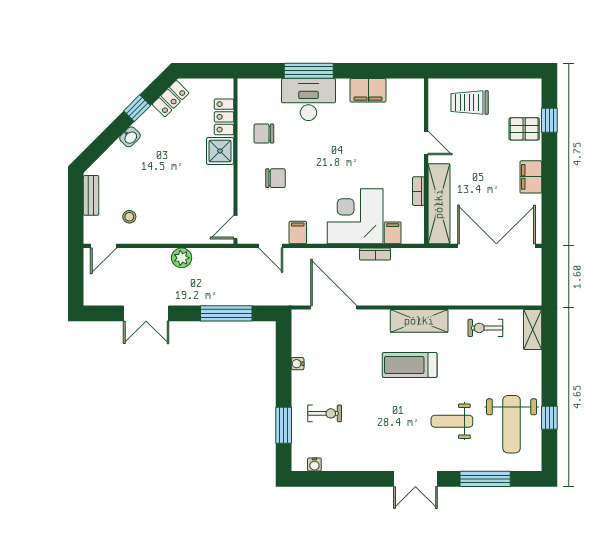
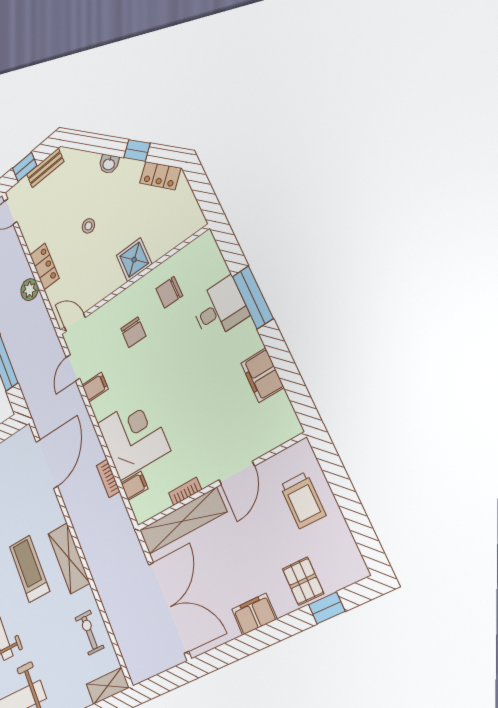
desk: (308, 100) -> (220, 309), width x0.73
trolley: (470, 103) -> (303, 500), turned 180
locker: (224, 117) -> (44, 267), moved, turned 90
chair: (264, 134) -> (169, 292), turned -90
door: (426, 143) -> (237, 473), width x1.38
window: (76, 215) -> (25, 167), added
stool: (129, 217) -> (88, 226), moved

